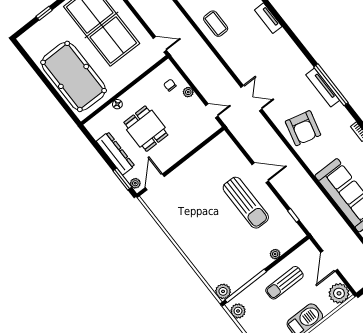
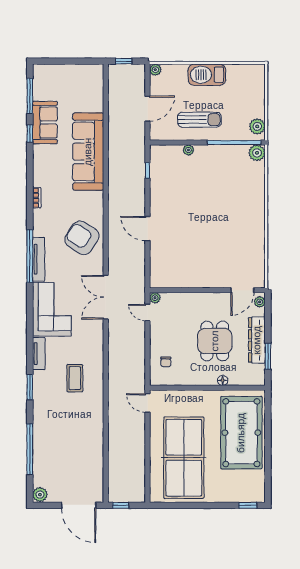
window: (44, 13) -> (248, 505), moved
coffee table: (216, 24) -> (75, 378), moved
corner sofa: (284, 58) -> (52, 309), added
plant: (188, 92) -> (155, 298), moved
double door: (251, 98) -> (106, 297), width x1.37
armchair: (303, 128) -> (82, 238), turned -71
window: (122, 179) -> (268, 356), moved
sun lounger: (246, 203) -> (179, 213), removed
plant: (339, 293) -> (155, 70), width x0.53, depth x0.53

